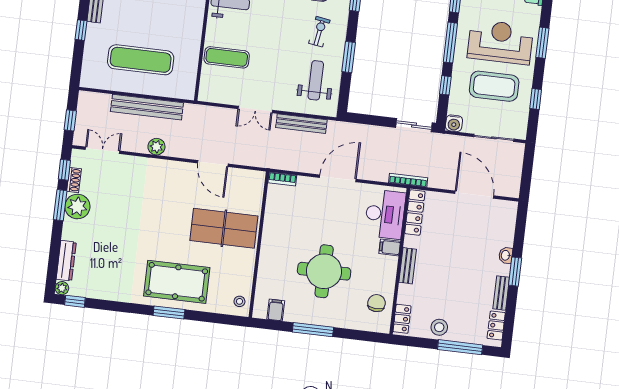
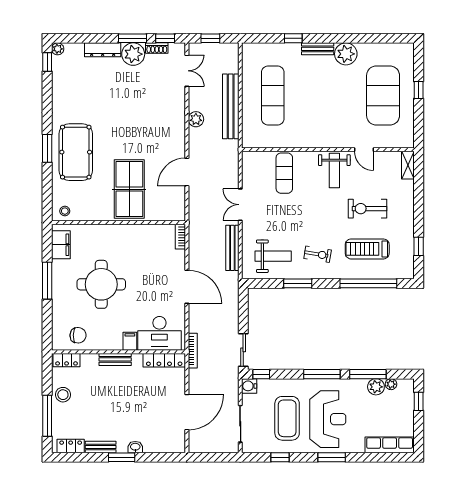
window: (445, 85) -> (261, 374), moved
dresser: (66, 261) -> (103, 50), moved
filing cabinet: (276, 310) -> (61, 245), width x2.00

